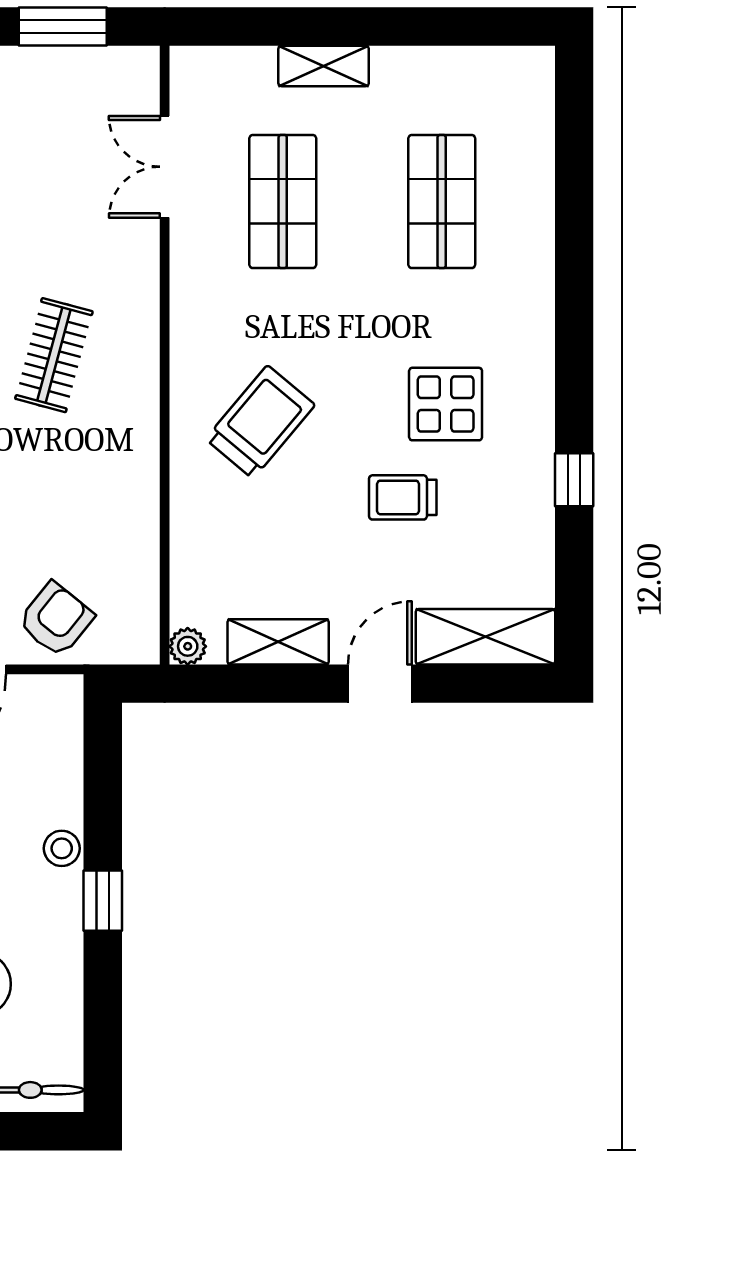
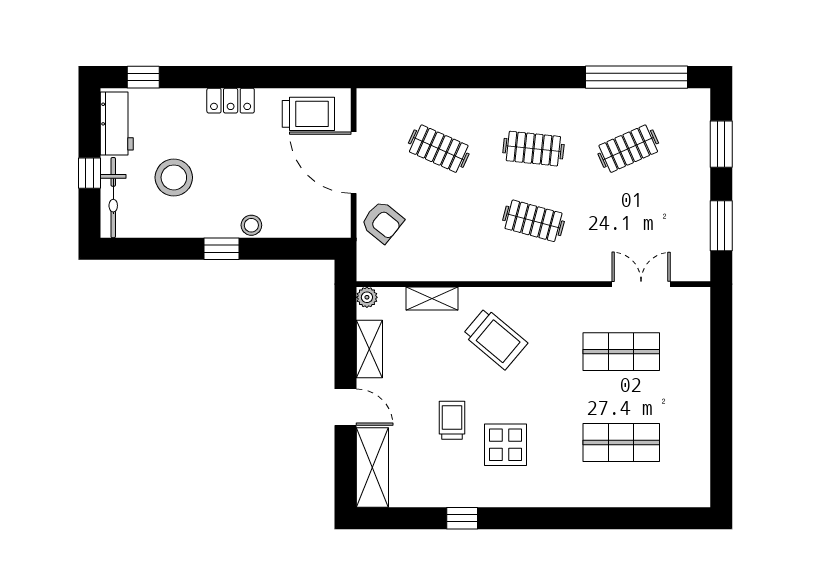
shelving: (324, 66) -> (432, 298), moved, turned 90

